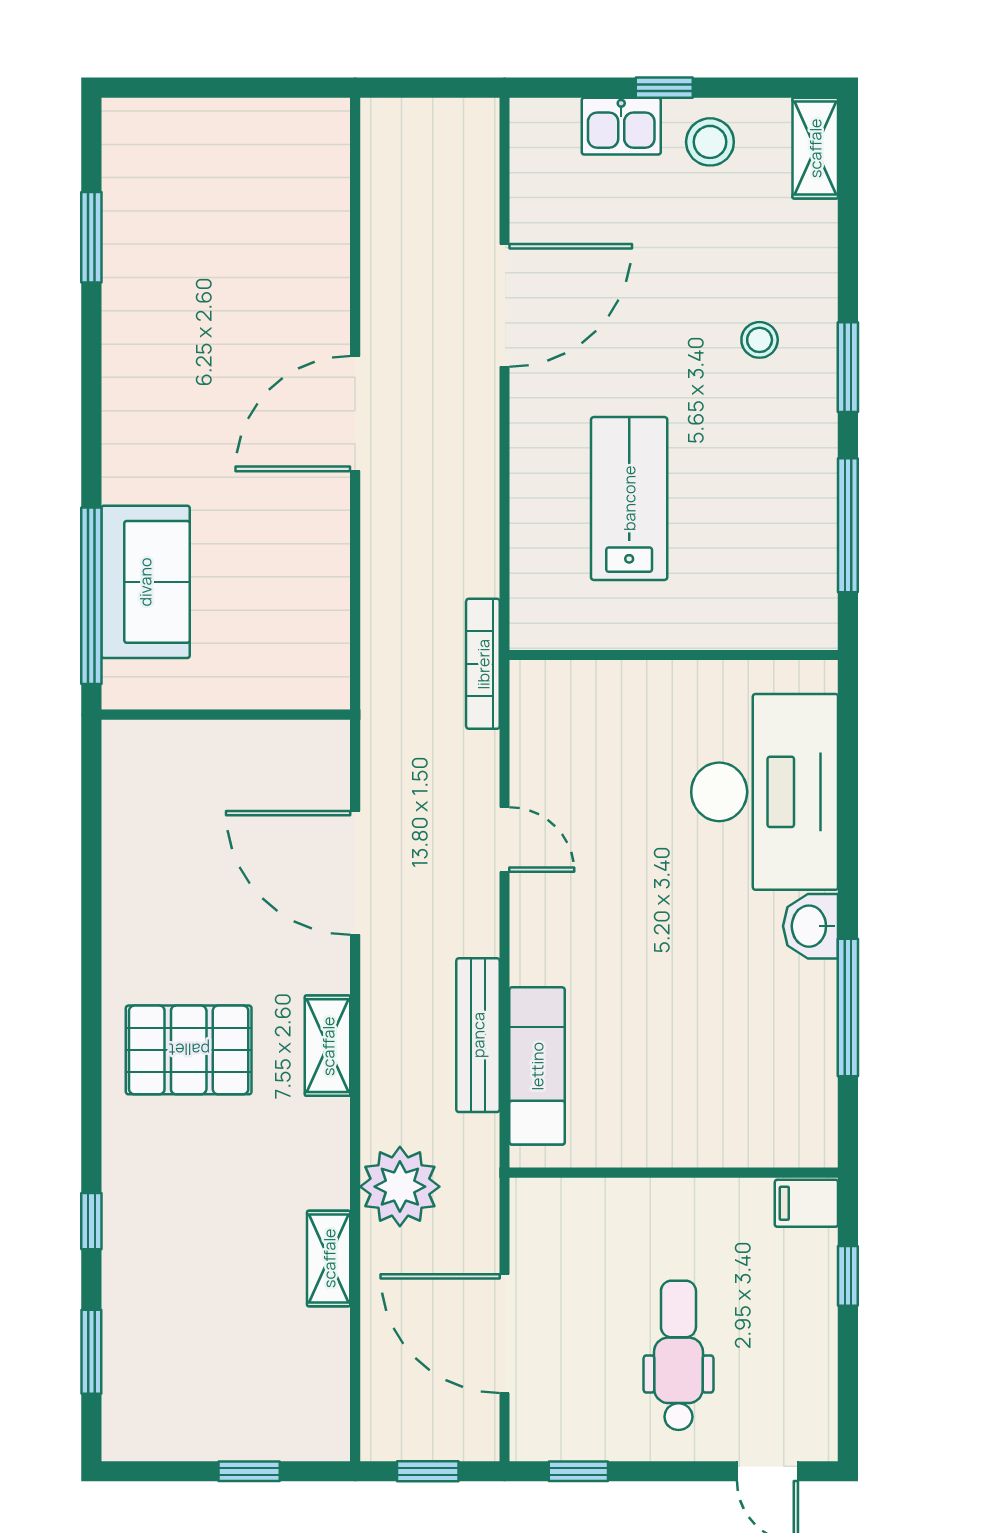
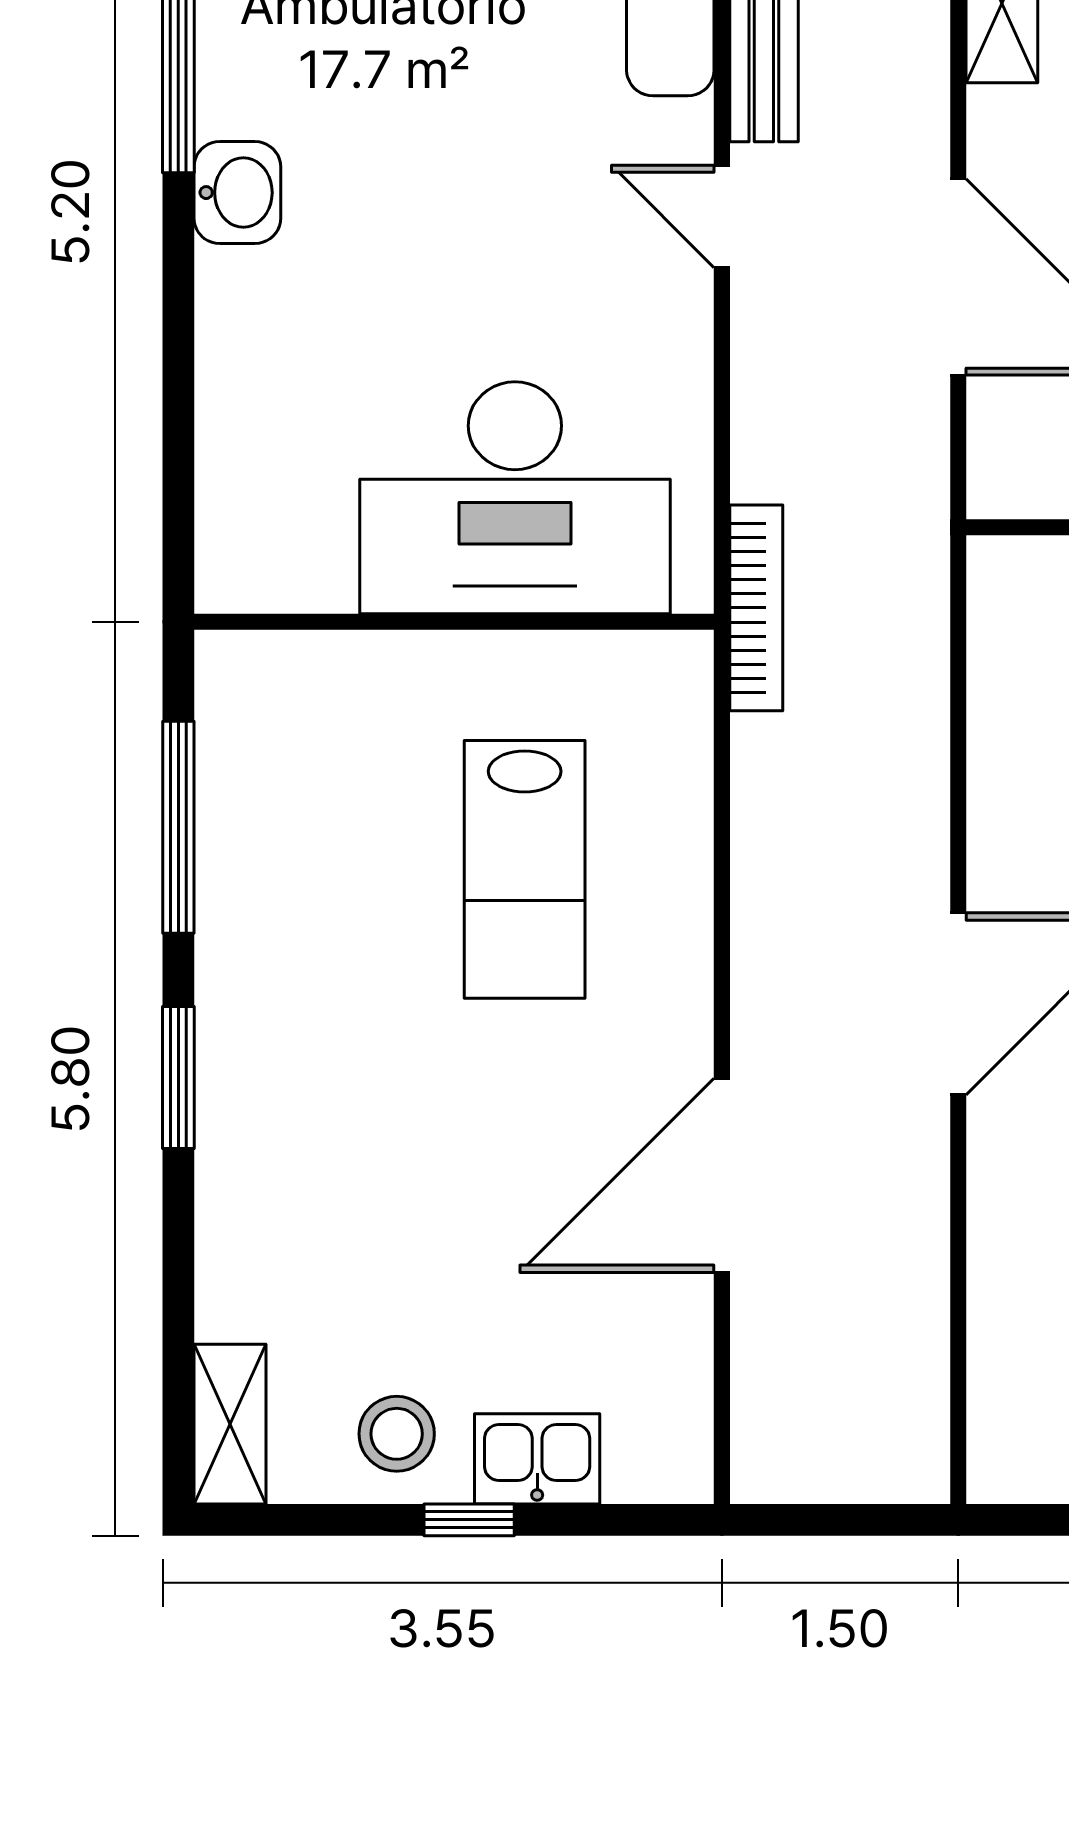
stool: (760, 340) -> (318, 1120), removed
desk: (765, 792) -> (515, 498), moved, turned -90
door: (505, 840) -> (722, 216), moved

